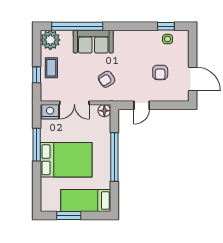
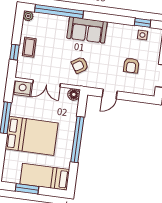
plant: (50, 40) -> (28, 16), width x0.53, depth x0.53
sofa: (93, 42) -> (87, 30), moved

